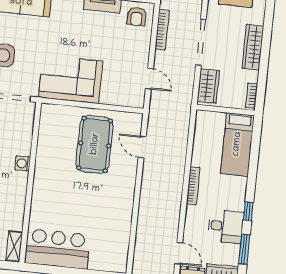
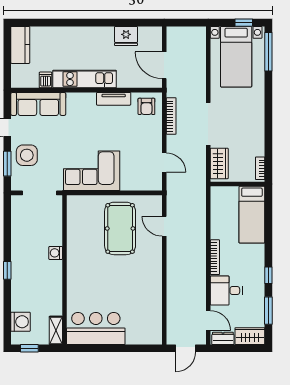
wardrobe: (253, 47) -> (257, 123), removed
desk: (226, 226) -> (226, 291), moved, turned 180

